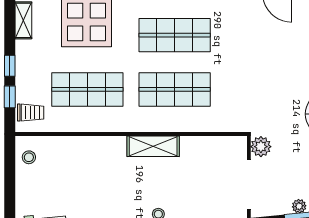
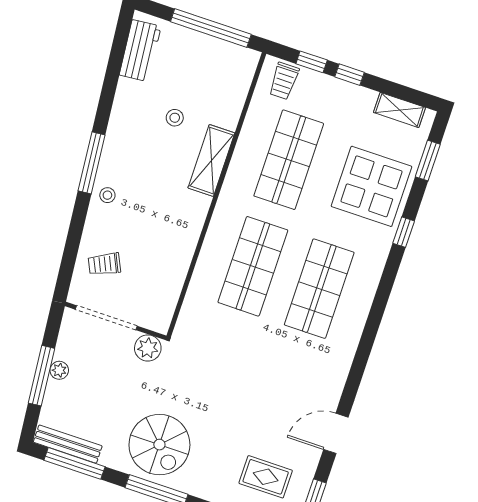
shelving: (153, 146) -> (211, 160), moved
stool: (29, 157) -> (175, 118), moved
window: (10, 179) -> (211, 28), added
trolley: (210, 199) -> (104, 264), added

